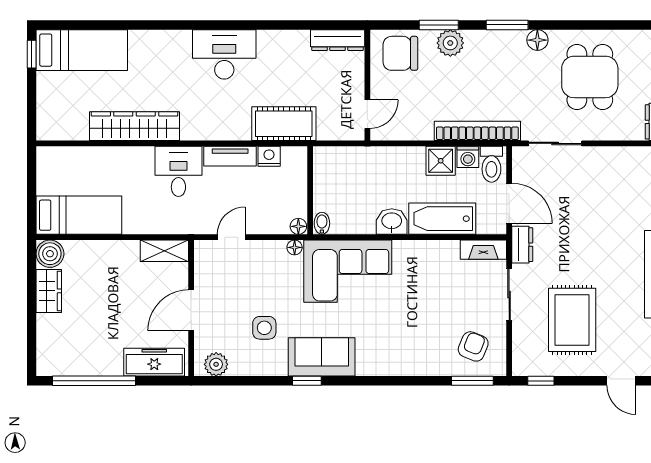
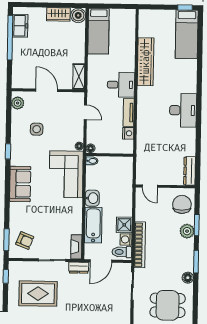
cot: (284, 124) -> (145, 141), removed
sofa: (322, 357) -> (20, 184), moved
freezer: (154, 362) -> (20, 26), moved, width x0.71

